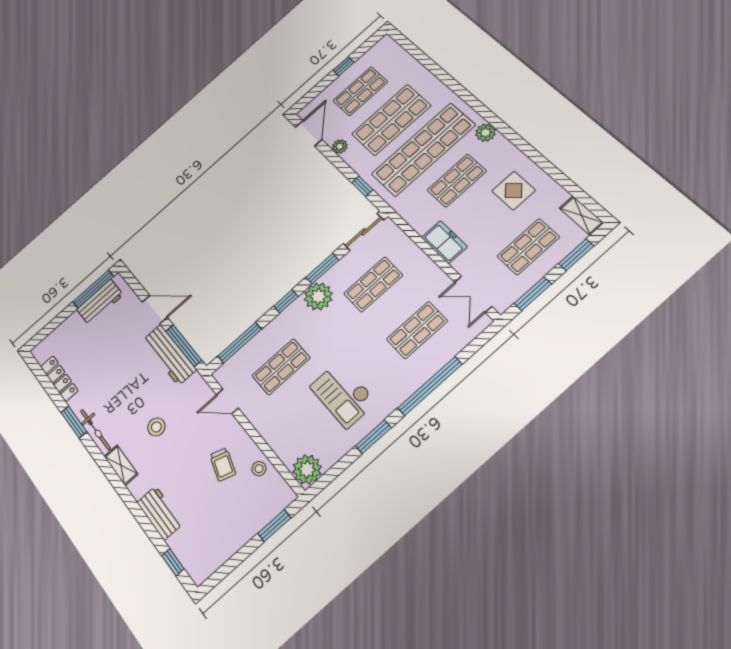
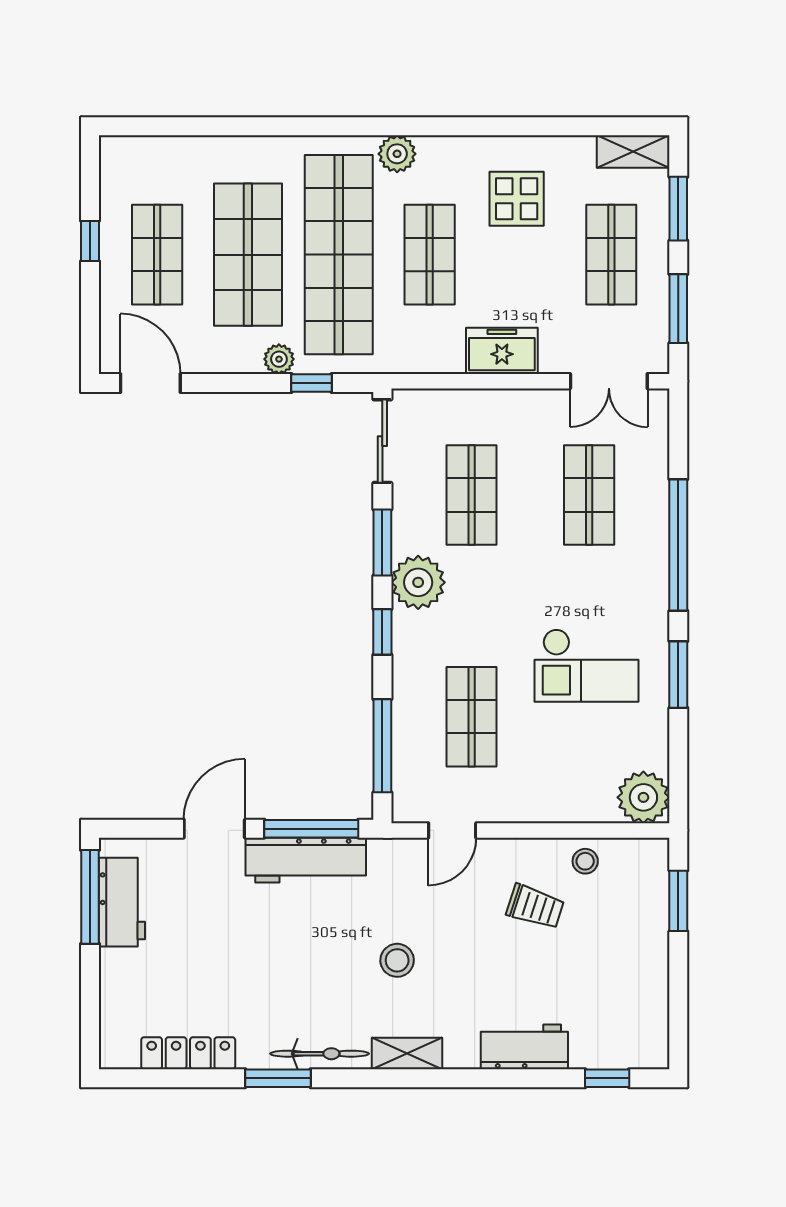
plant: (340, 146) -> (279, 359), moved

